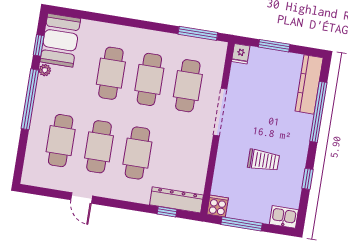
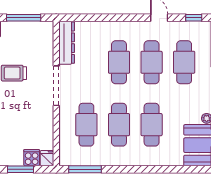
doorway: (220, 112) -> (56, 86), moved
dresser: (176, 200) -> (67, 43), moved, turned -90
cooker: (218, 206) -> (32, 158), moved, turned 180
window: (167, 212) -> (194, 18), moved

